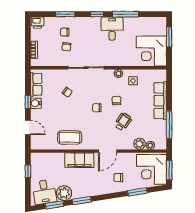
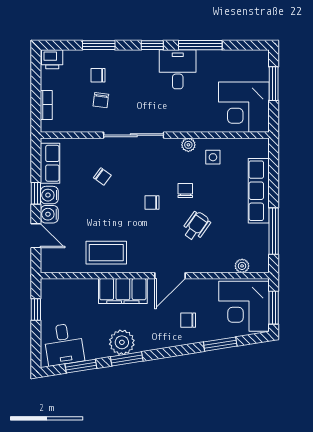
water cooler: (36, 115) -> (49, 214), added
plant: (140, 144) -> (224, 263), removed
plant: (64, 193) -> (122, 342), moved

